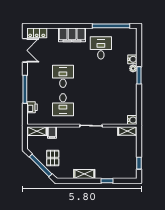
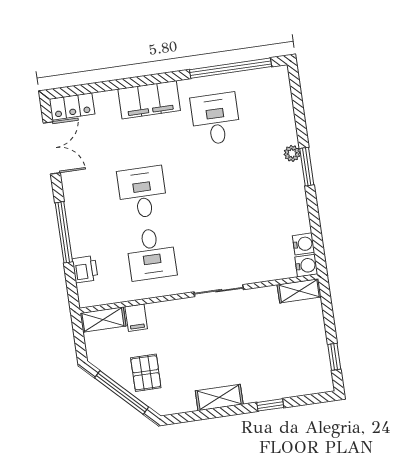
water cooler: (132, 59) -> (303, 244), moved

